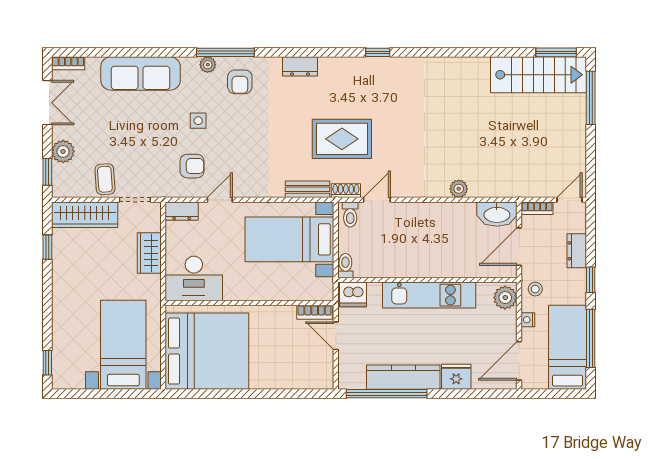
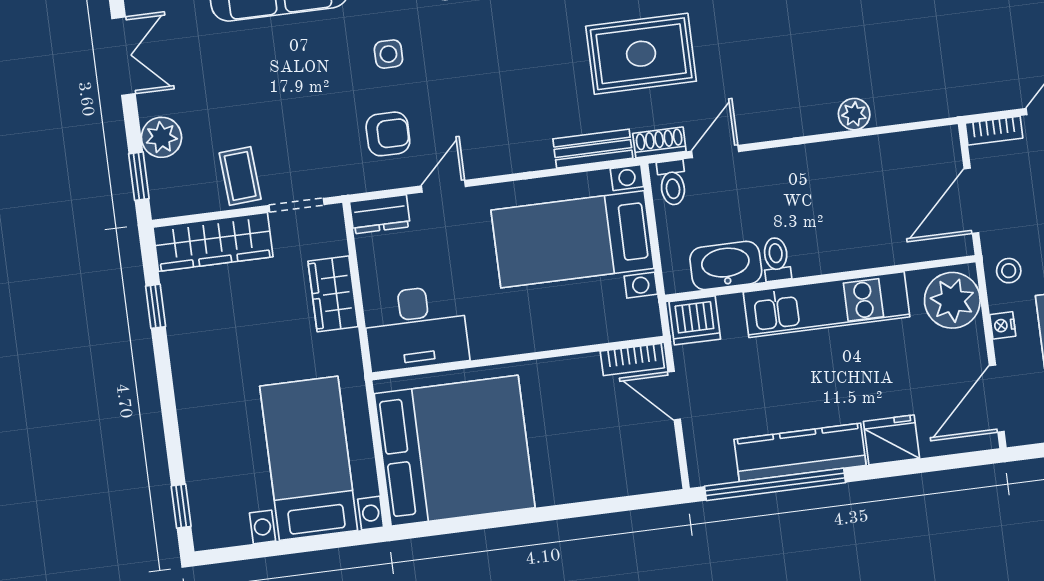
washbasin: (497, 214) -> (726, 265), moved, turned 180
toilet: (345, 266) -> (776, 259), moved
plant: (505, 298) -> (952, 300), width x1.36, depth x1.36

